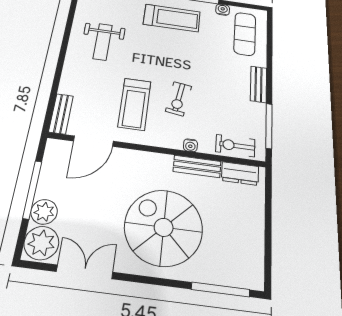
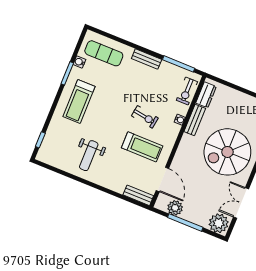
treadmill: (172, 18) -> (79, 102), turned 180
weight bench: (103, 42) -> (89, 156), turned 90
plant: (44, 212) -> (175, 208), moved

